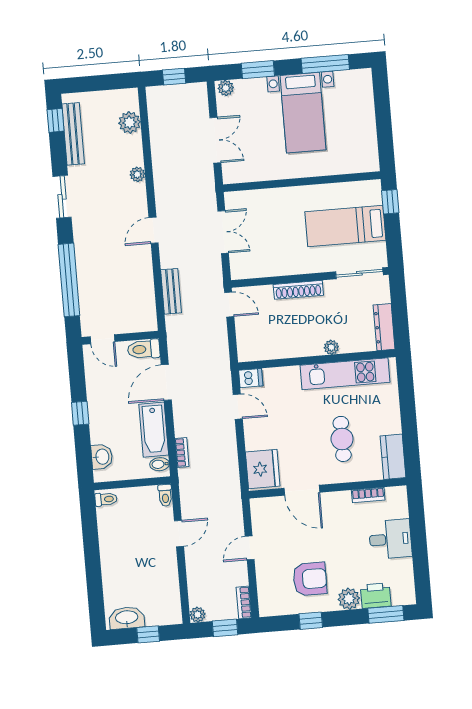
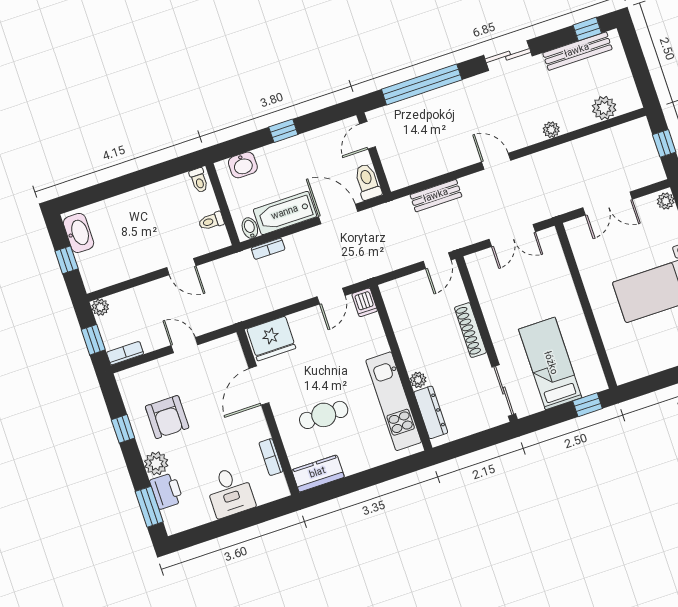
dresser: (384, 327) -> (431, 412), moved, turned 90
toilet: (165, 495) -> (211, 221), moved

